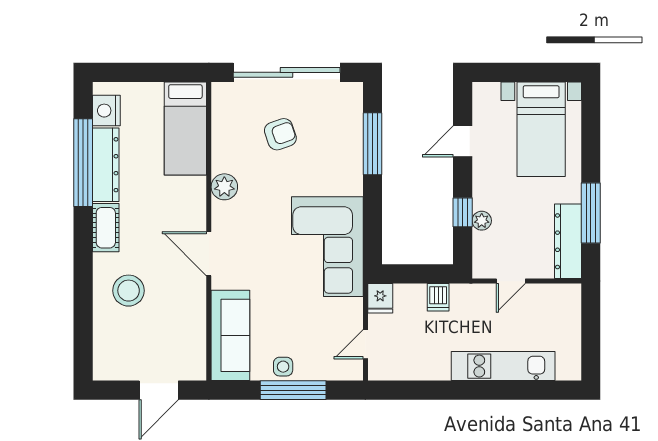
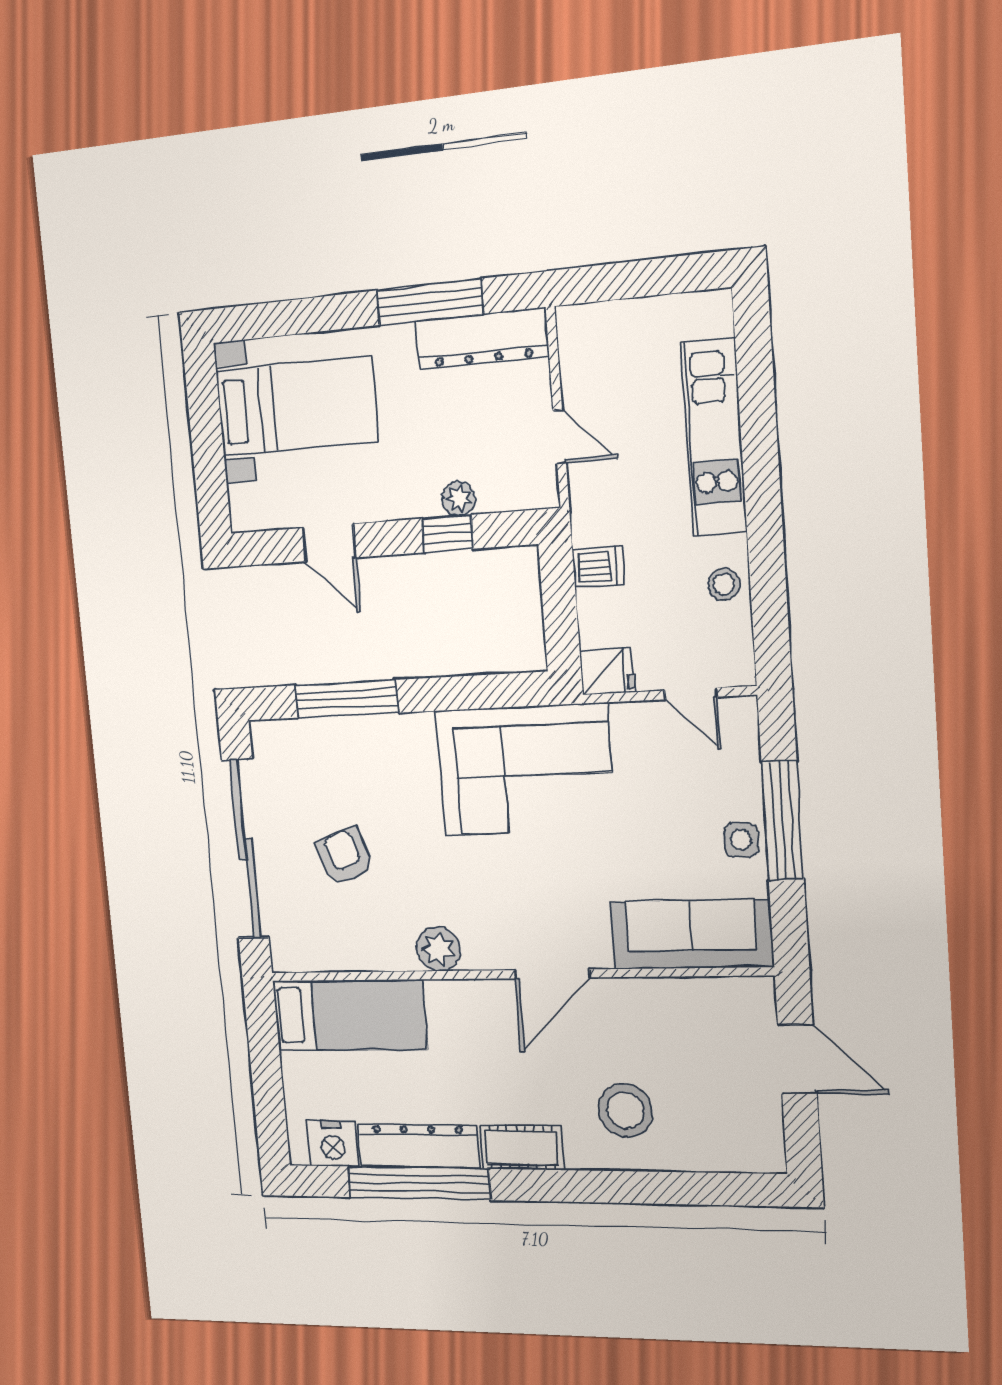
stool: (424, 366) -> (724, 585), added

